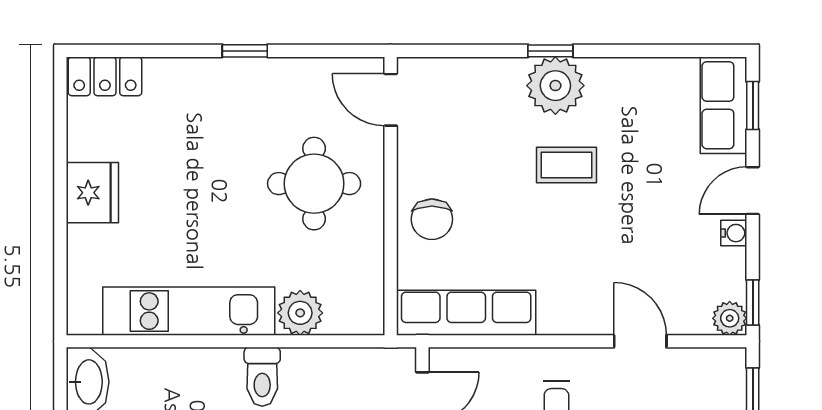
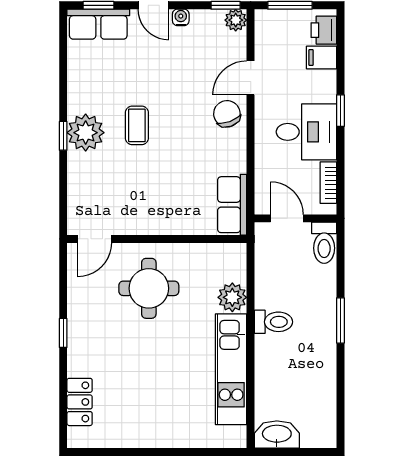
locker: (105, 76) -> (80, 402), moved
fridge: (92, 193) -> (155, 431), removed
chair: (432, 219) -> (227, 114), moved, turned -110
row of seats: (466, 313) -> (232, 205), width x0.68

